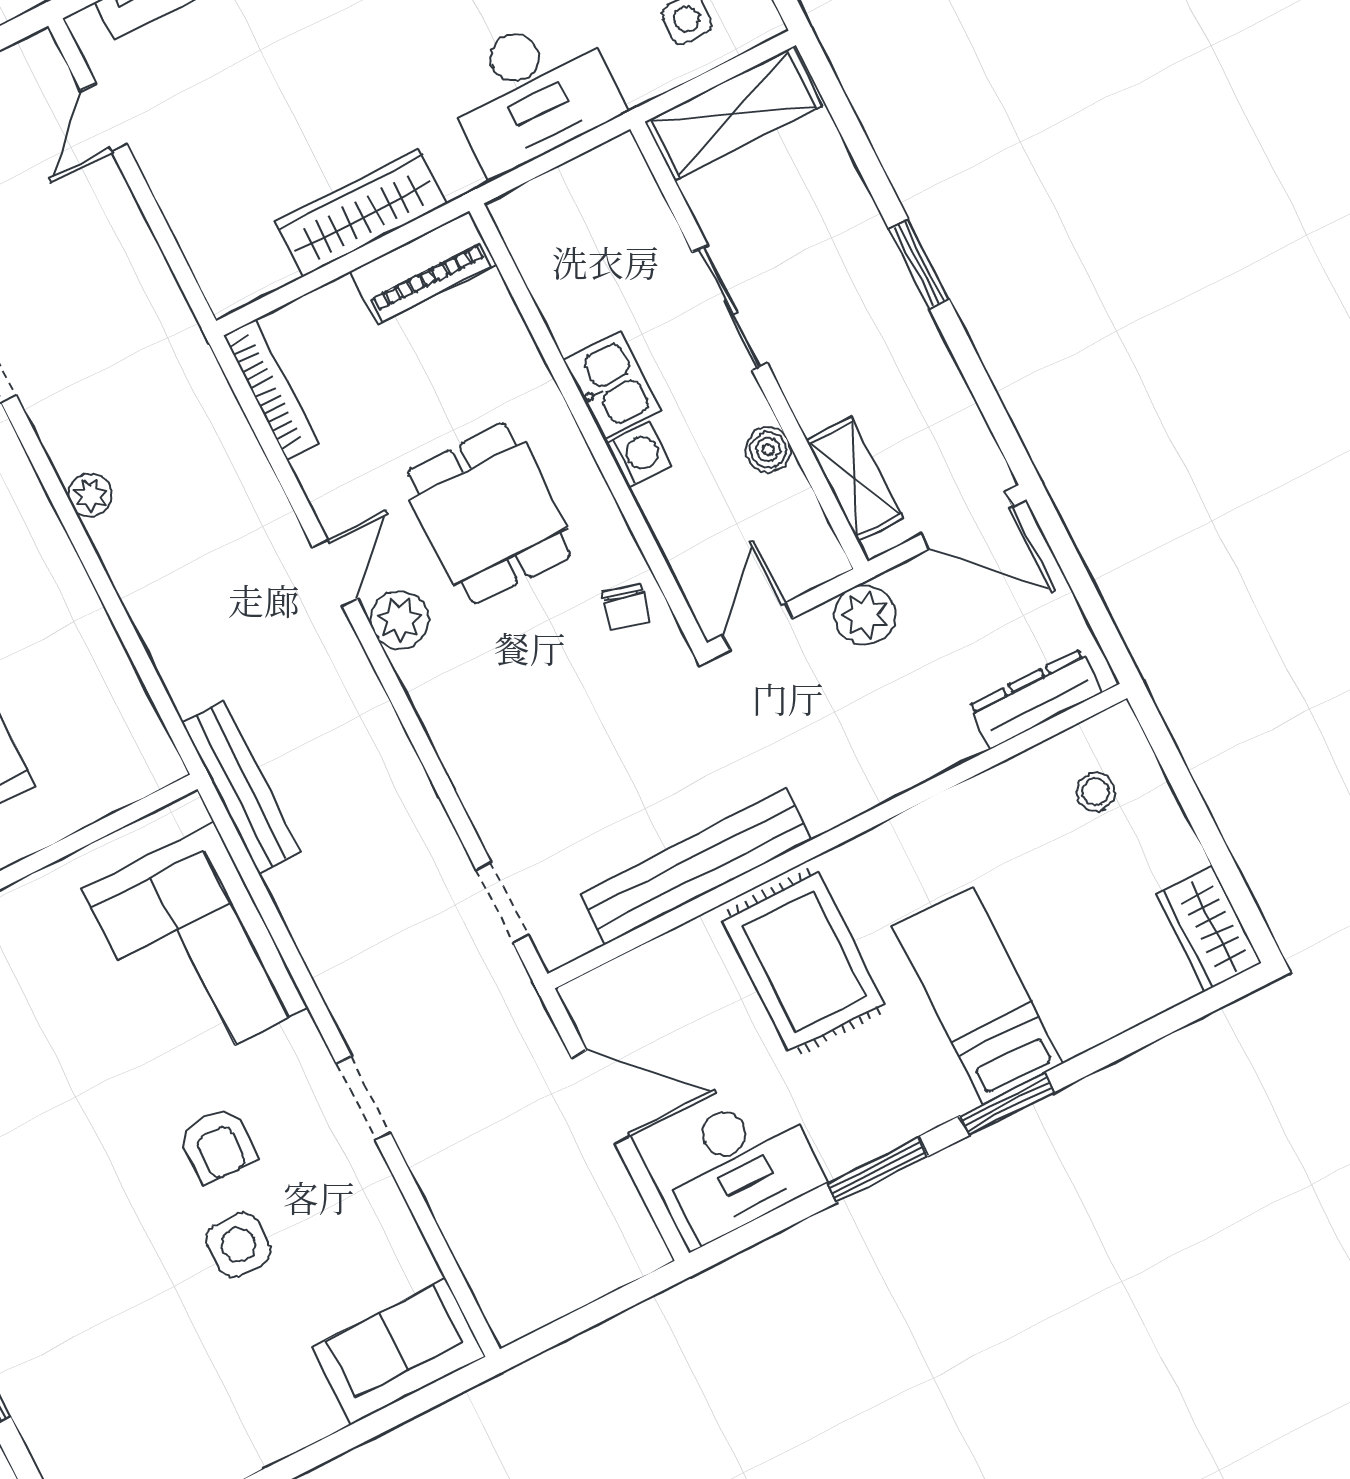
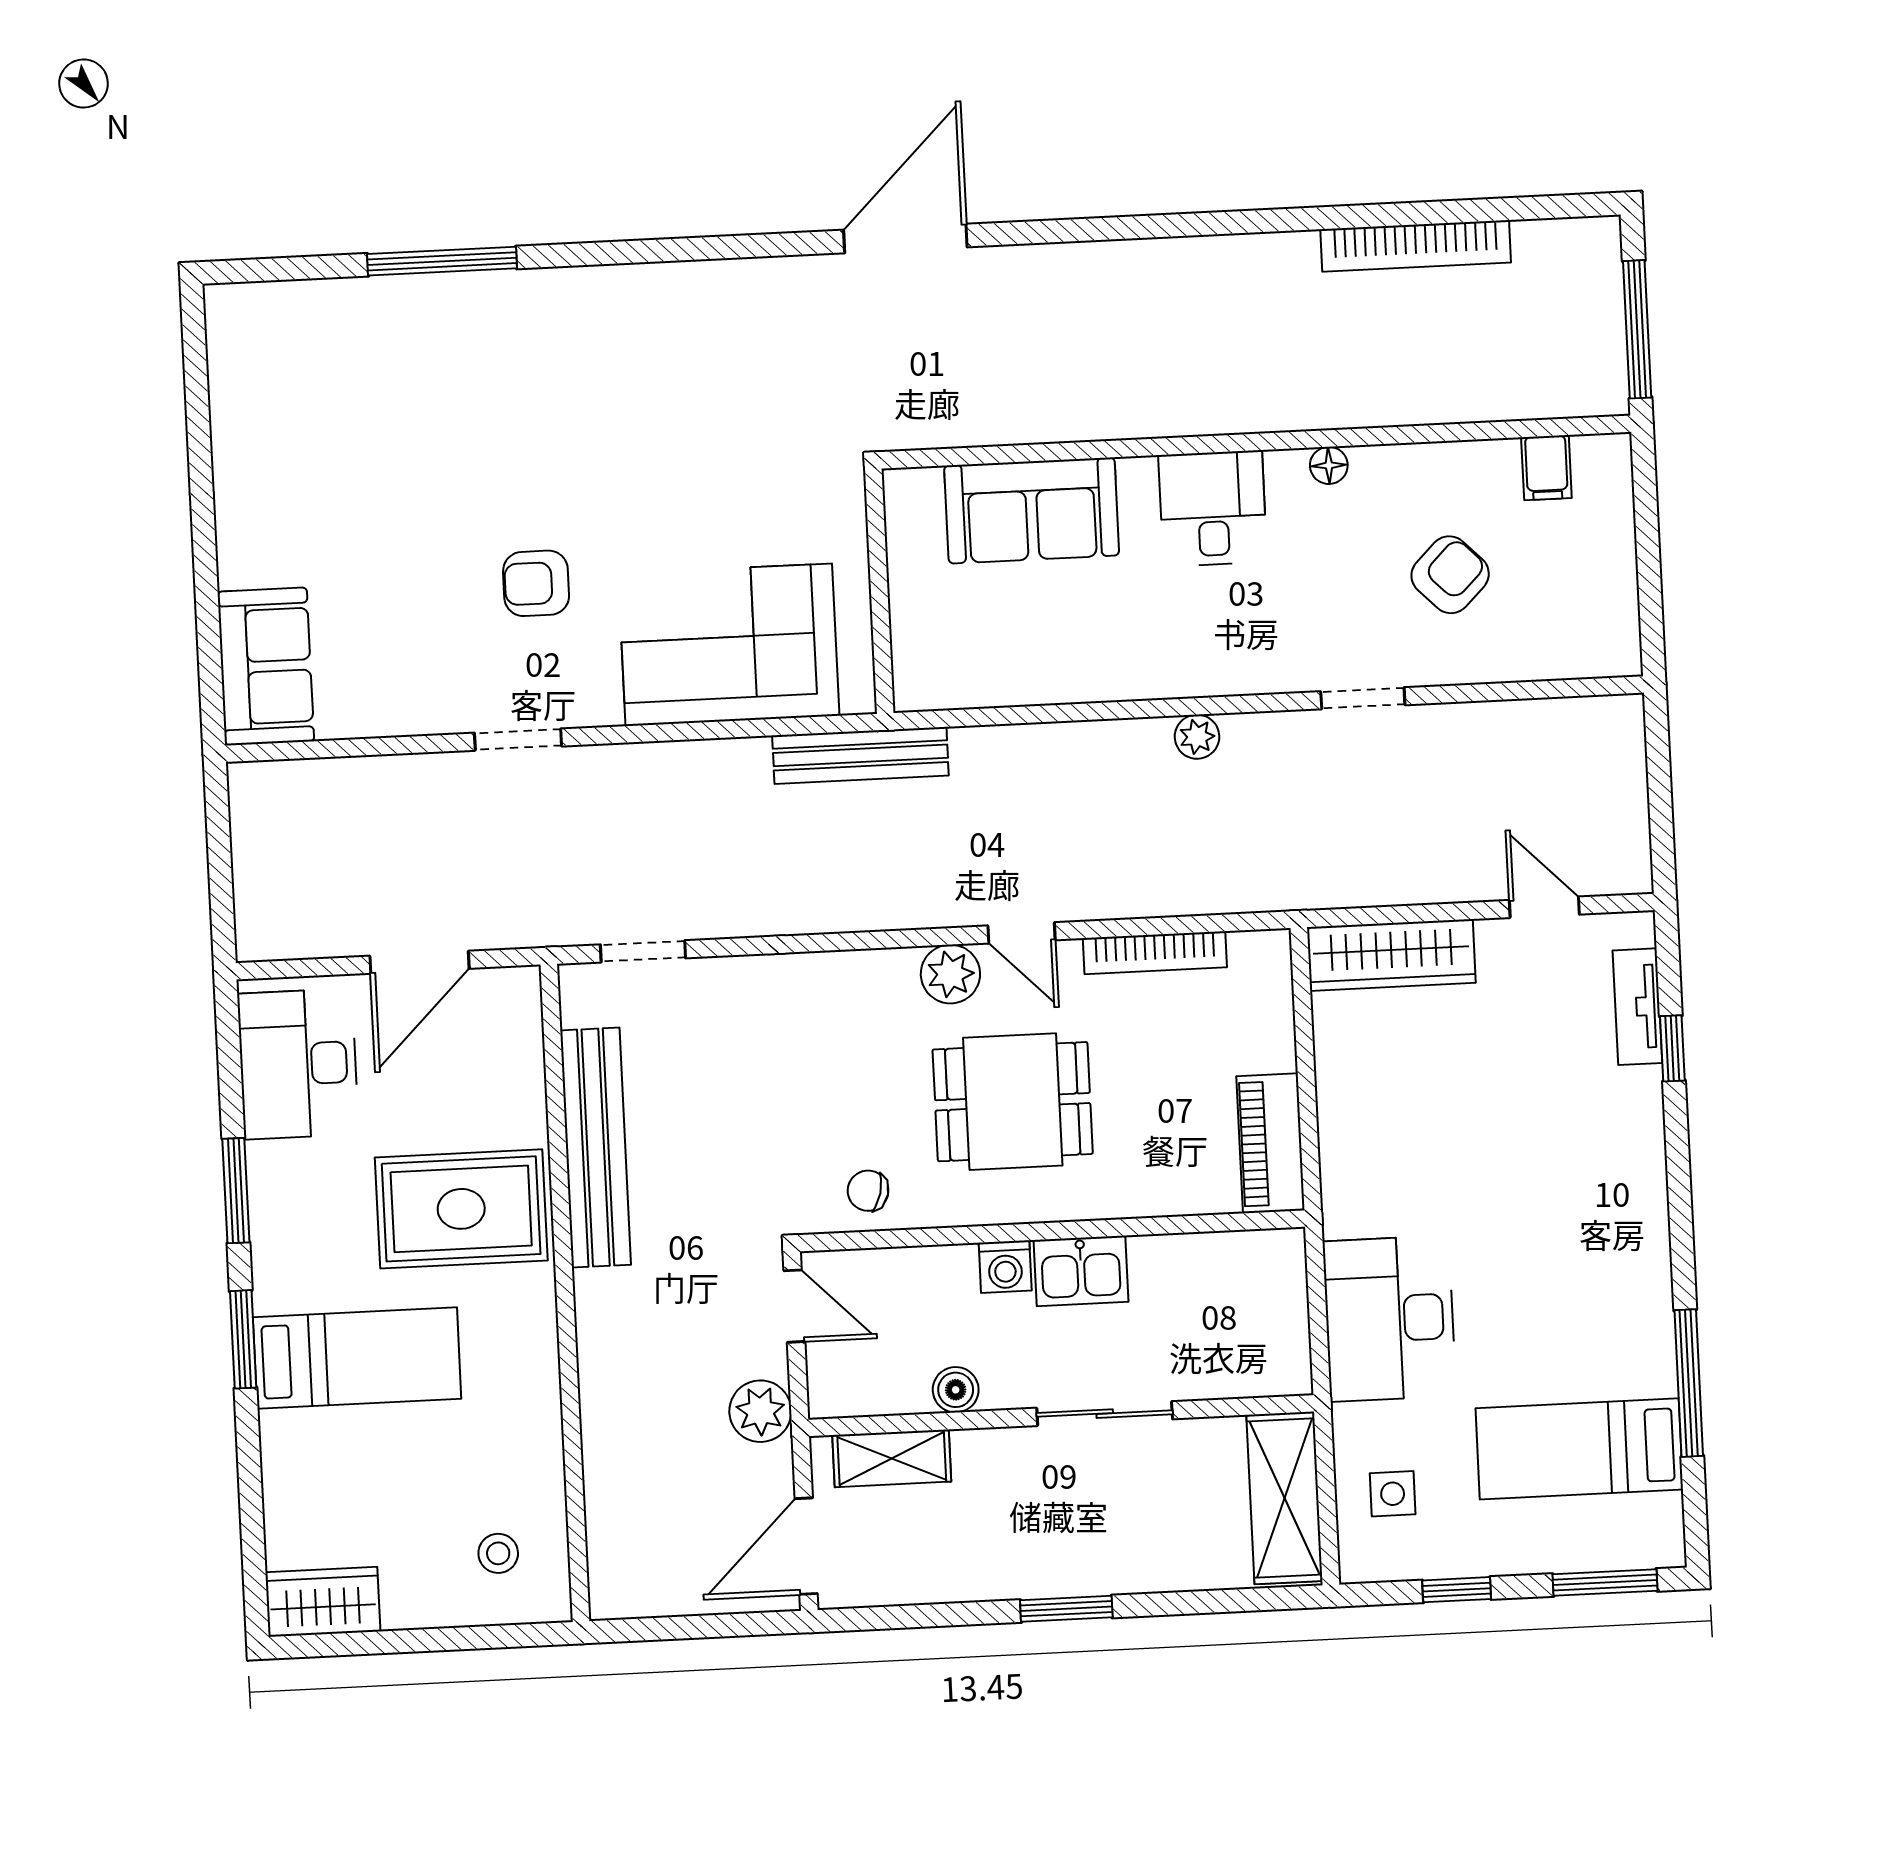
wardrobe: (361, 213) -> (1391, 955), moved, turned 90
bookcase: (271, 389) -> (1155, 953), moved
dresser: (1035, 699) -> (610, 1536), removed
side table: (238, 1245) -> (433, 561), removed

